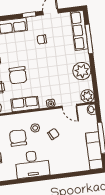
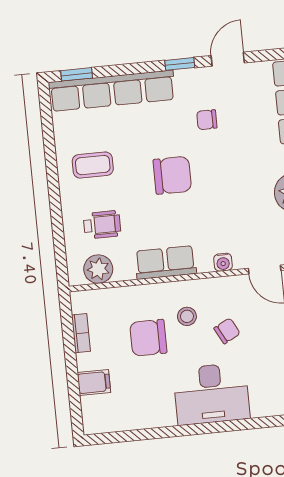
chair: (18, 75) -> (172, 175), moved, turned -90
chair: (18, 138) -> (148, 338), turned -90
desk: (32, 164) -> (211, 394), moved

